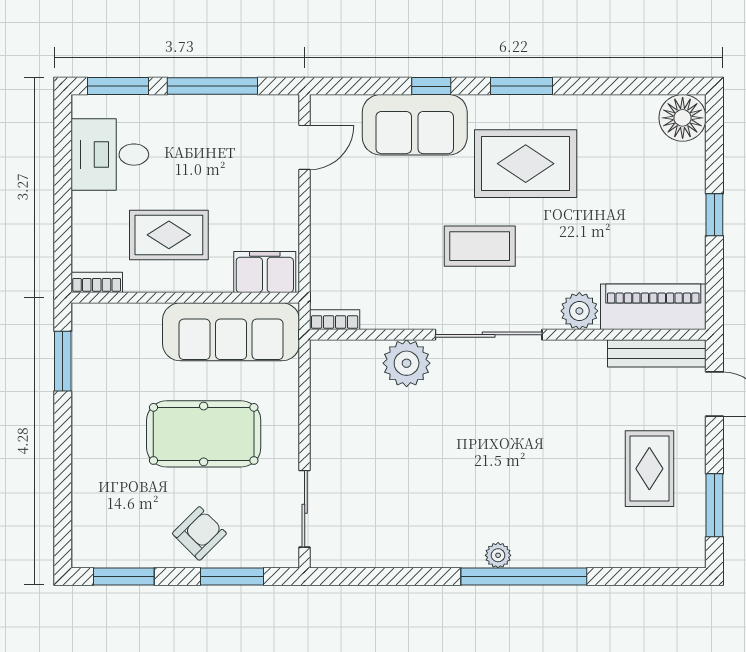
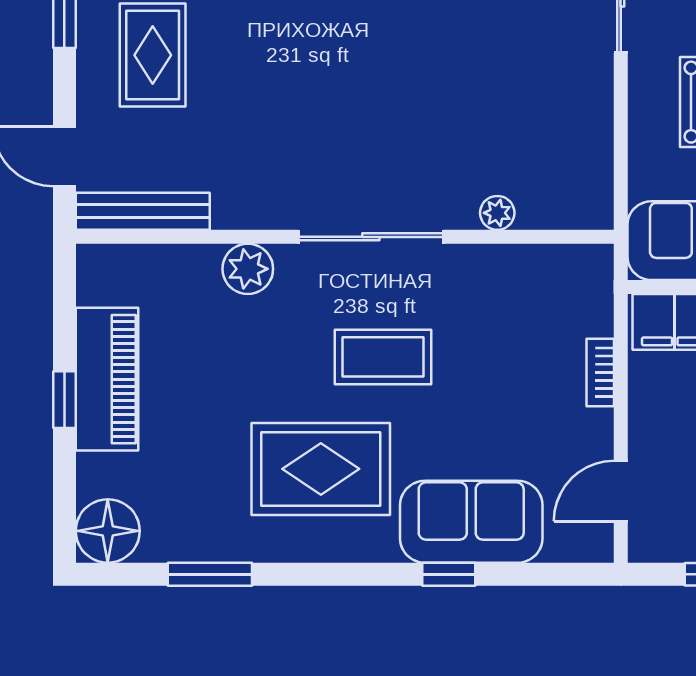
window: (521, 86) -> (210, 574), moved
piano: (653, 307) -> (107, 379), moved, turned -90
bookcase: (335, 320) -> (600, 372), moved, turned 90
plant: (407, 363) -> (497, 213), width x0.53, depth x0.53

